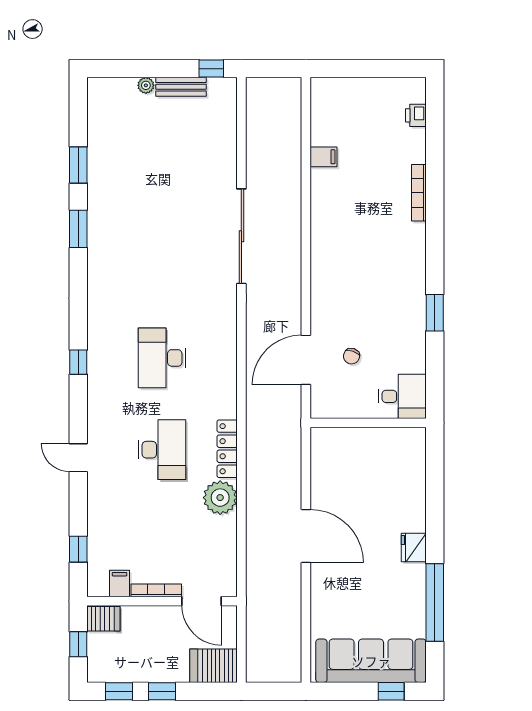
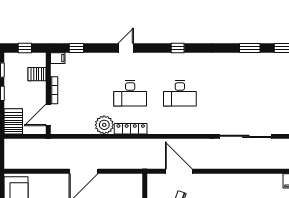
desk: (162, 358) -> (180, 93), turned 180
filing cabinet: (119, 583) -> (58, 58), moved
server rack: (103, 619) -> (37, 74), moved, turned 90

